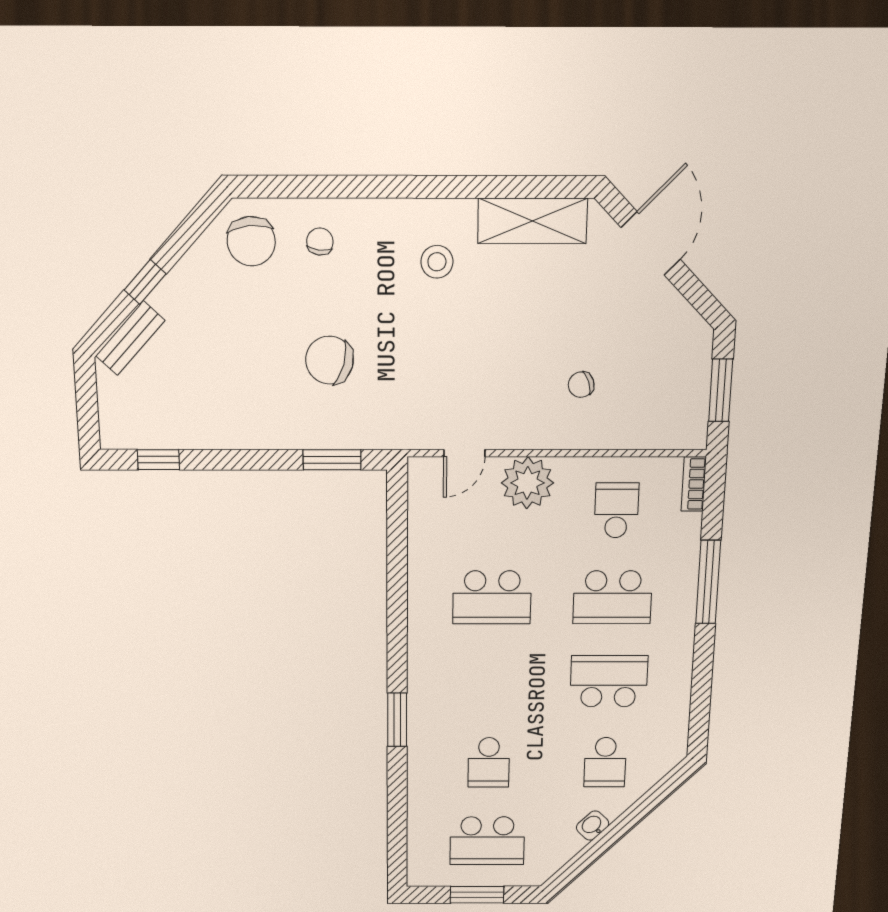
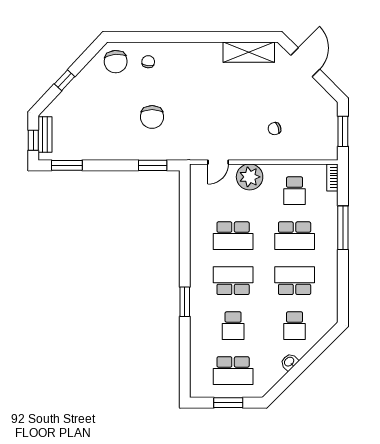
stool: (437, 262) -> (204, 71), removed
bench: (130, 338) -> (45, 135), moved, turned -43
chair: (330, 360) -> (152, 117), turned -106
window: (87, 408) -> (33, 140), added
window: (158, 460) -> (67, 165), width x1.50
school desk: (616, 510) -> (295, 191), turned 180
school desk: (490, 681) -> (233, 281), added

